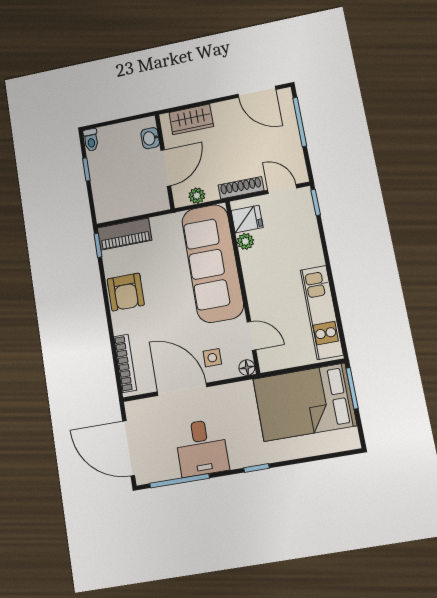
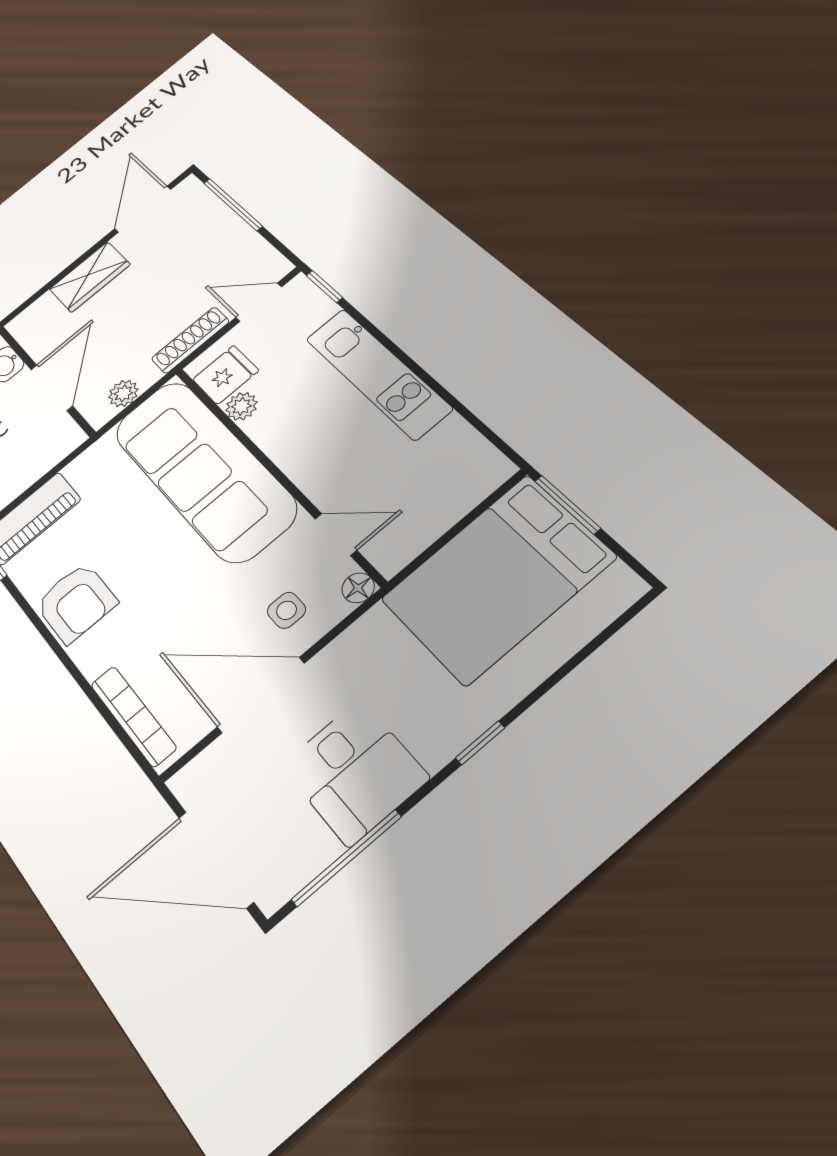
door: (257, 92) -> (143, 209), swing flipped
wardrobe: (191, 119) -> (90, 277), moved
kitchen unit: (322, 312) -> (378, 373), moved

